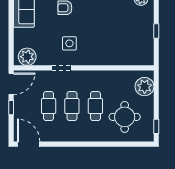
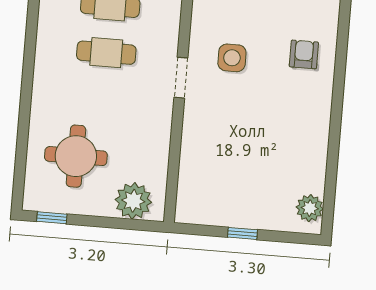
doorway: (62, 68) -> (181, 78), moved
cafe table: (95, 106) -> (102, 100), removed

